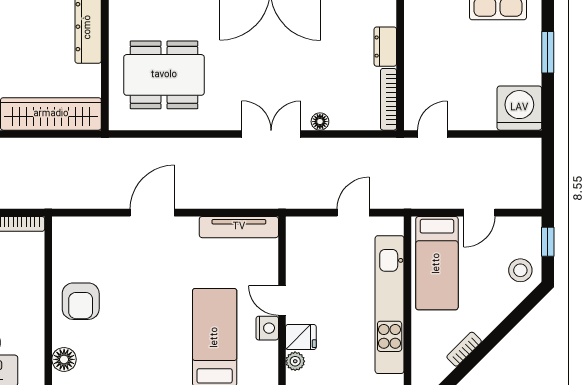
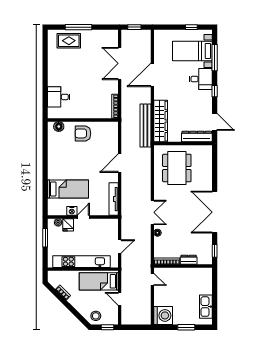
bench: (62, 151) -> (145, 125), added
door: (152, 213) -> (120, 163), swing flipped
door: (353, 213) -> (120, 246), hinge flipped

